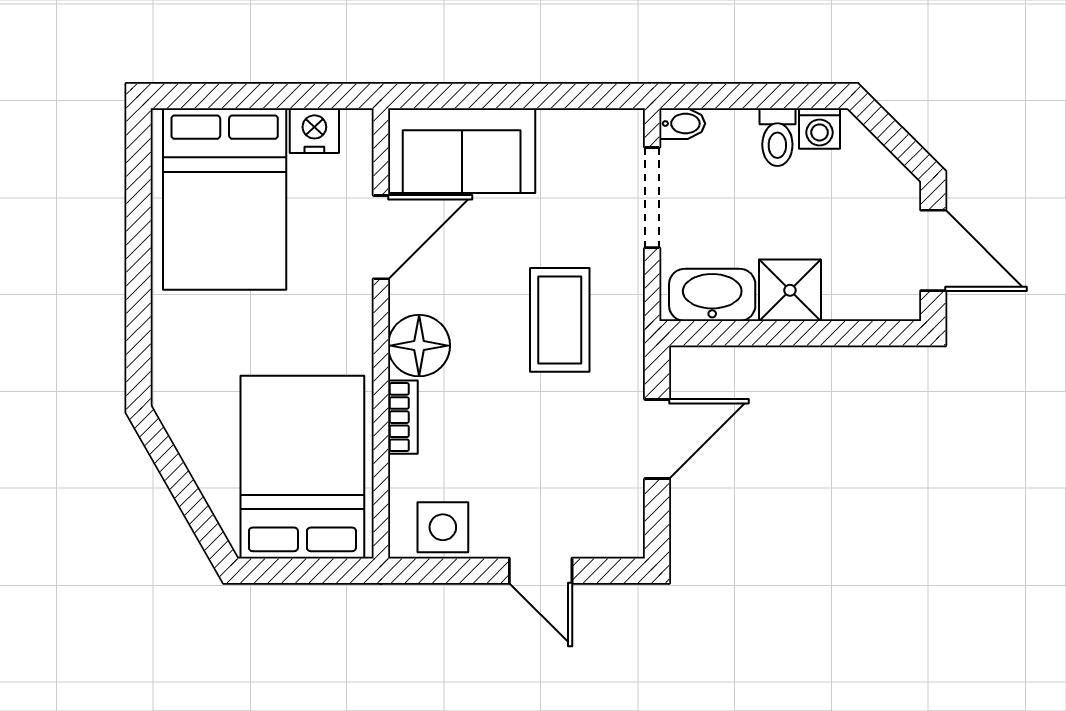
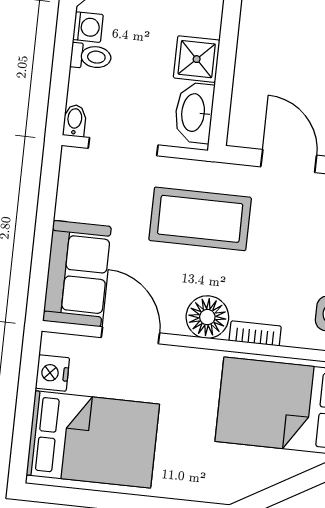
coffee table: (560, 320) -> (200, 219), width x1.36, depth x1.32

